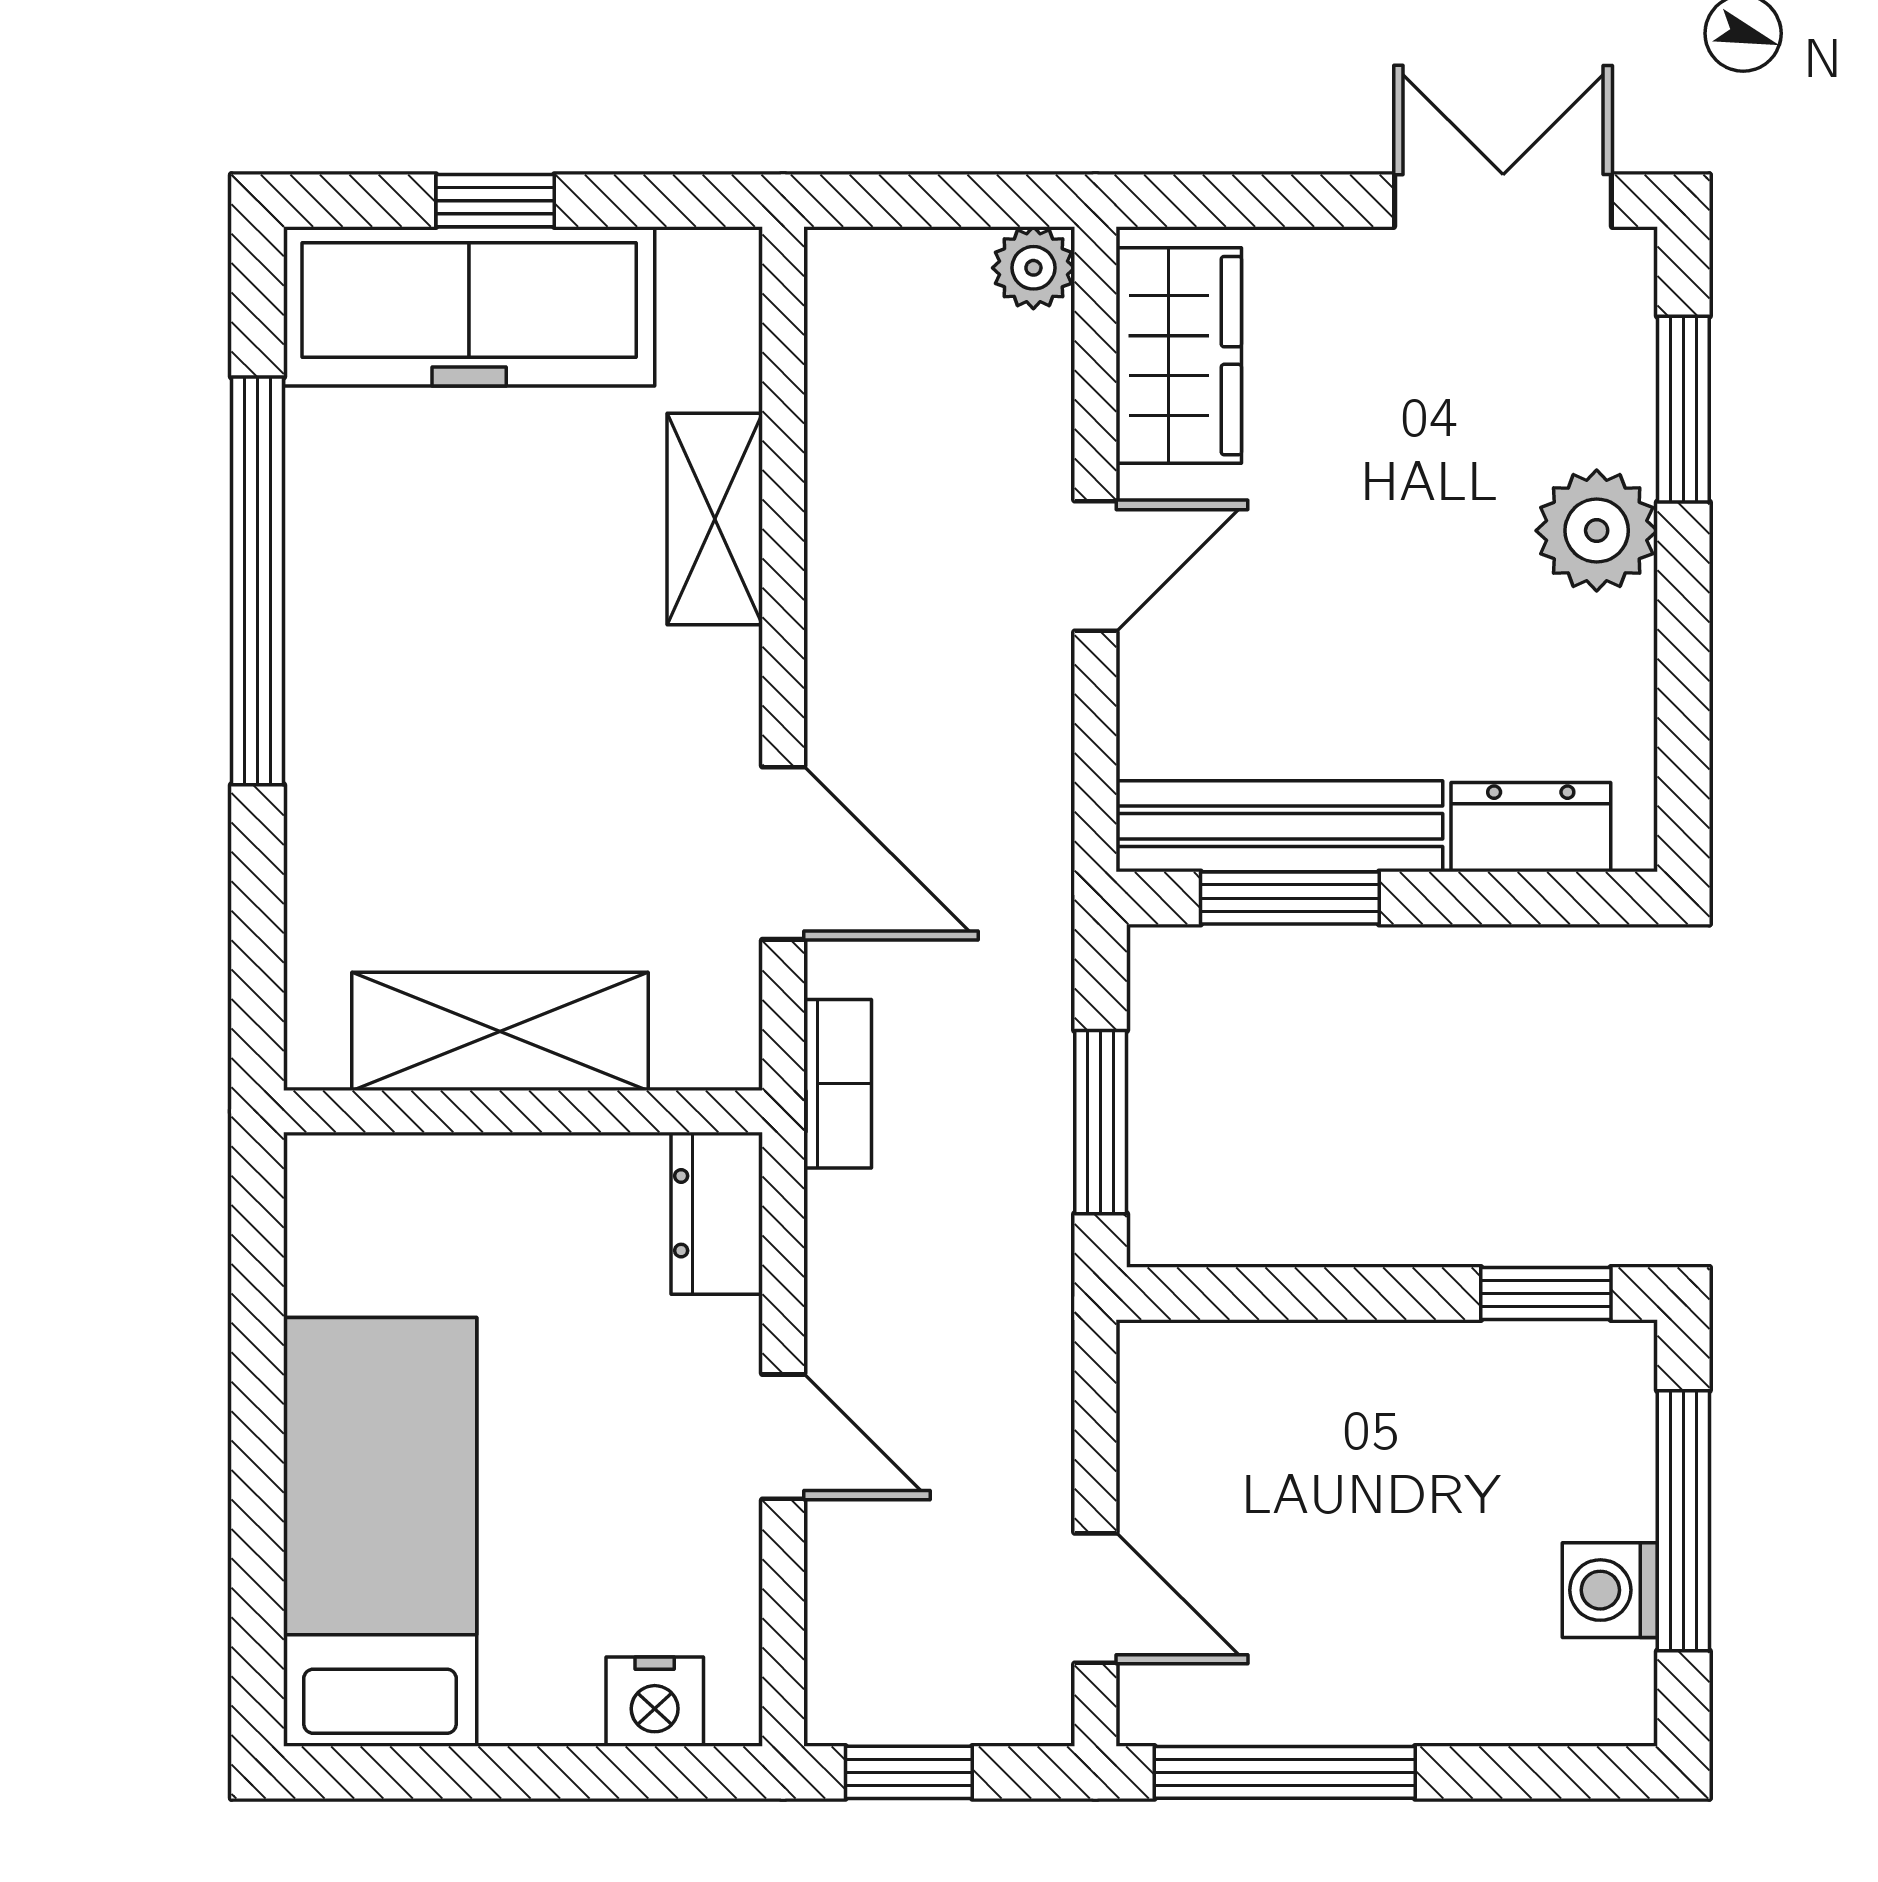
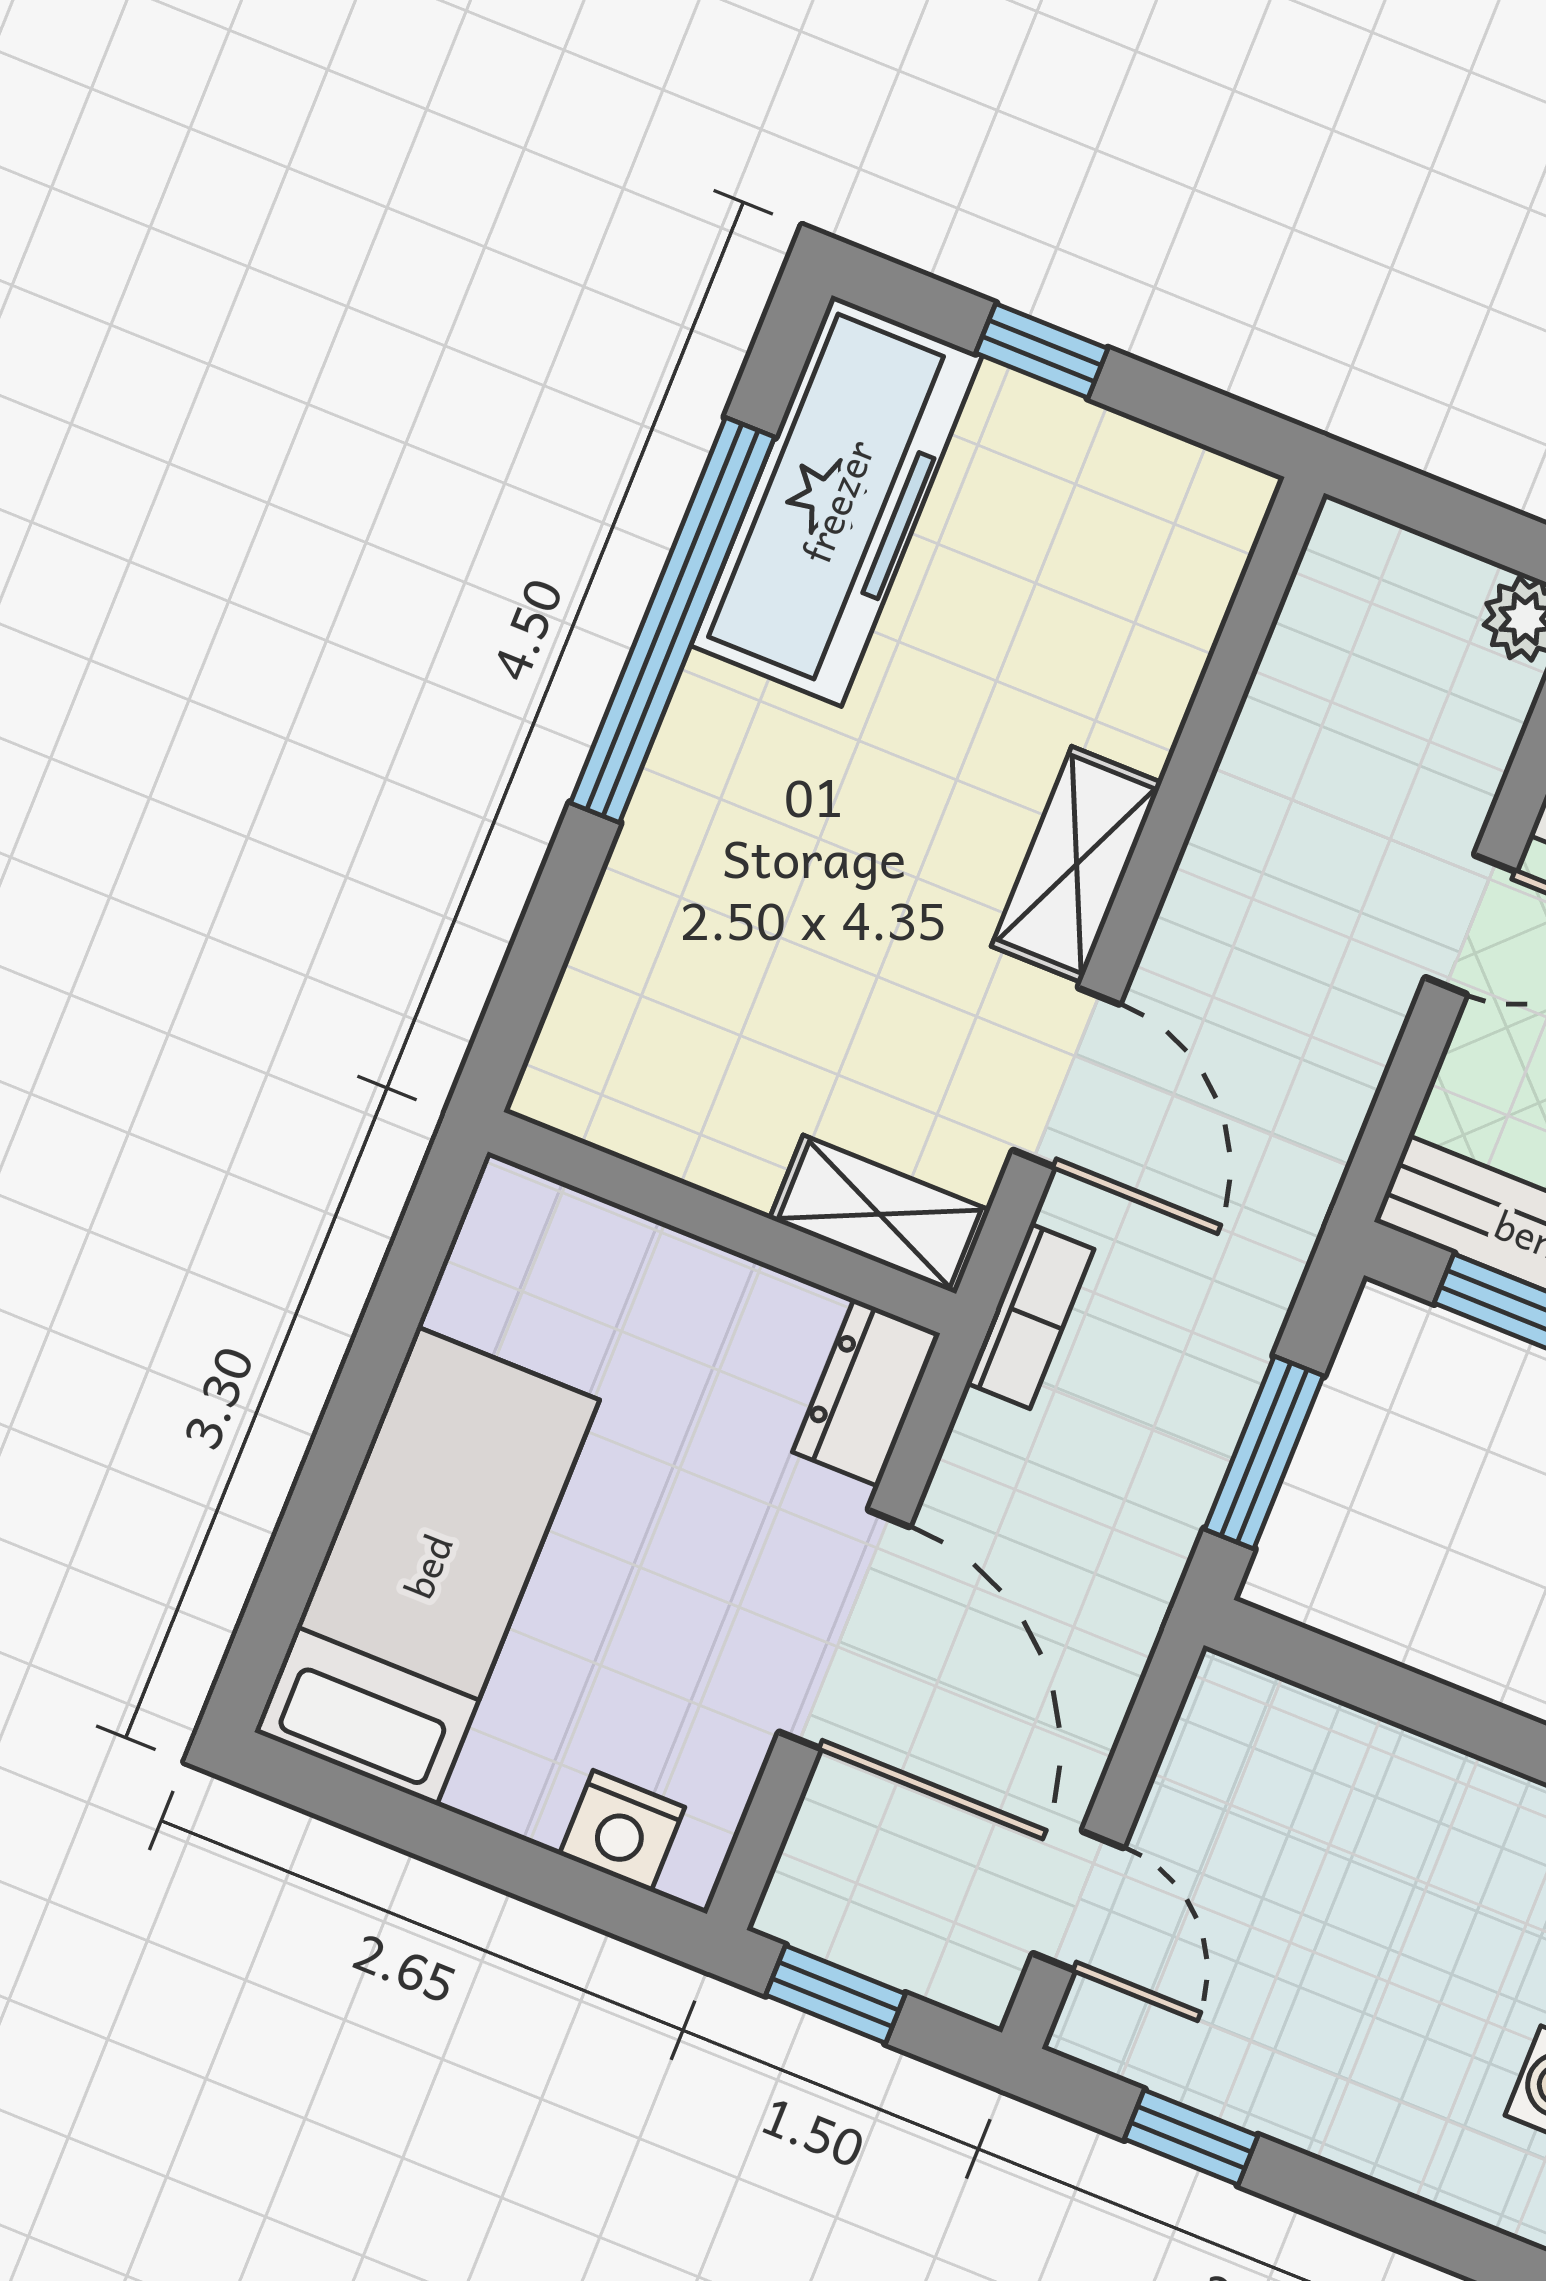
freezer: (469, 306) -> (837, 501), moved, turned -90
shelving: (715, 519) -> (1077, 864), moved
shelving: (500, 1031) -> (880, 1214), moved, width x0.67, depth x0.75
door: (783, 1437) -> (844, 1629), width x1.88
window: (1285, 1772) -> (1191, 2137), width x0.46

